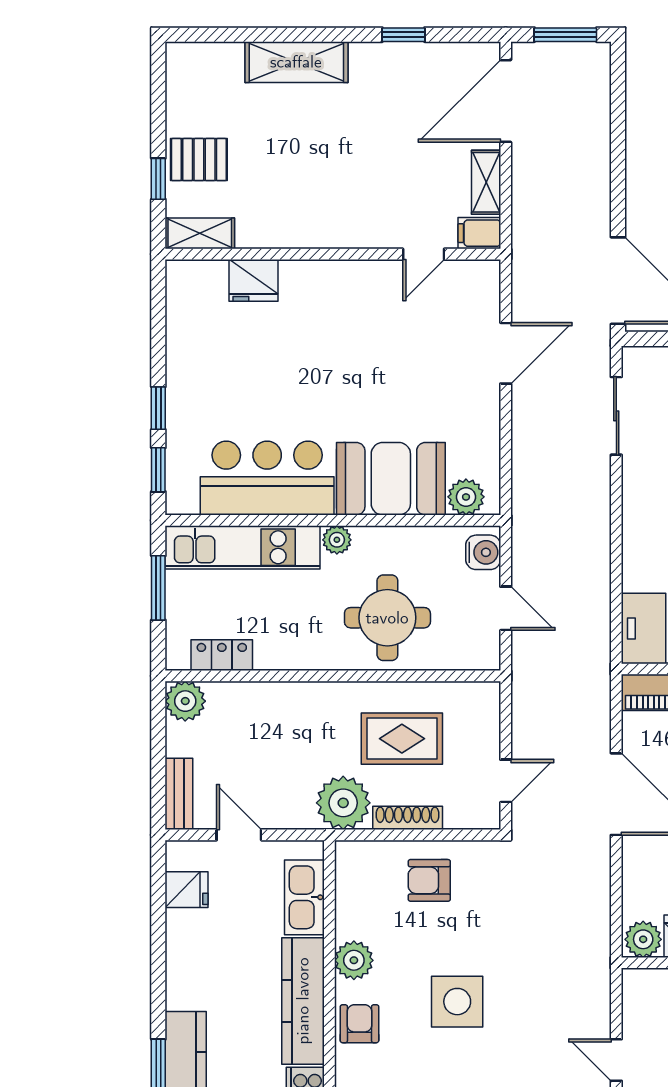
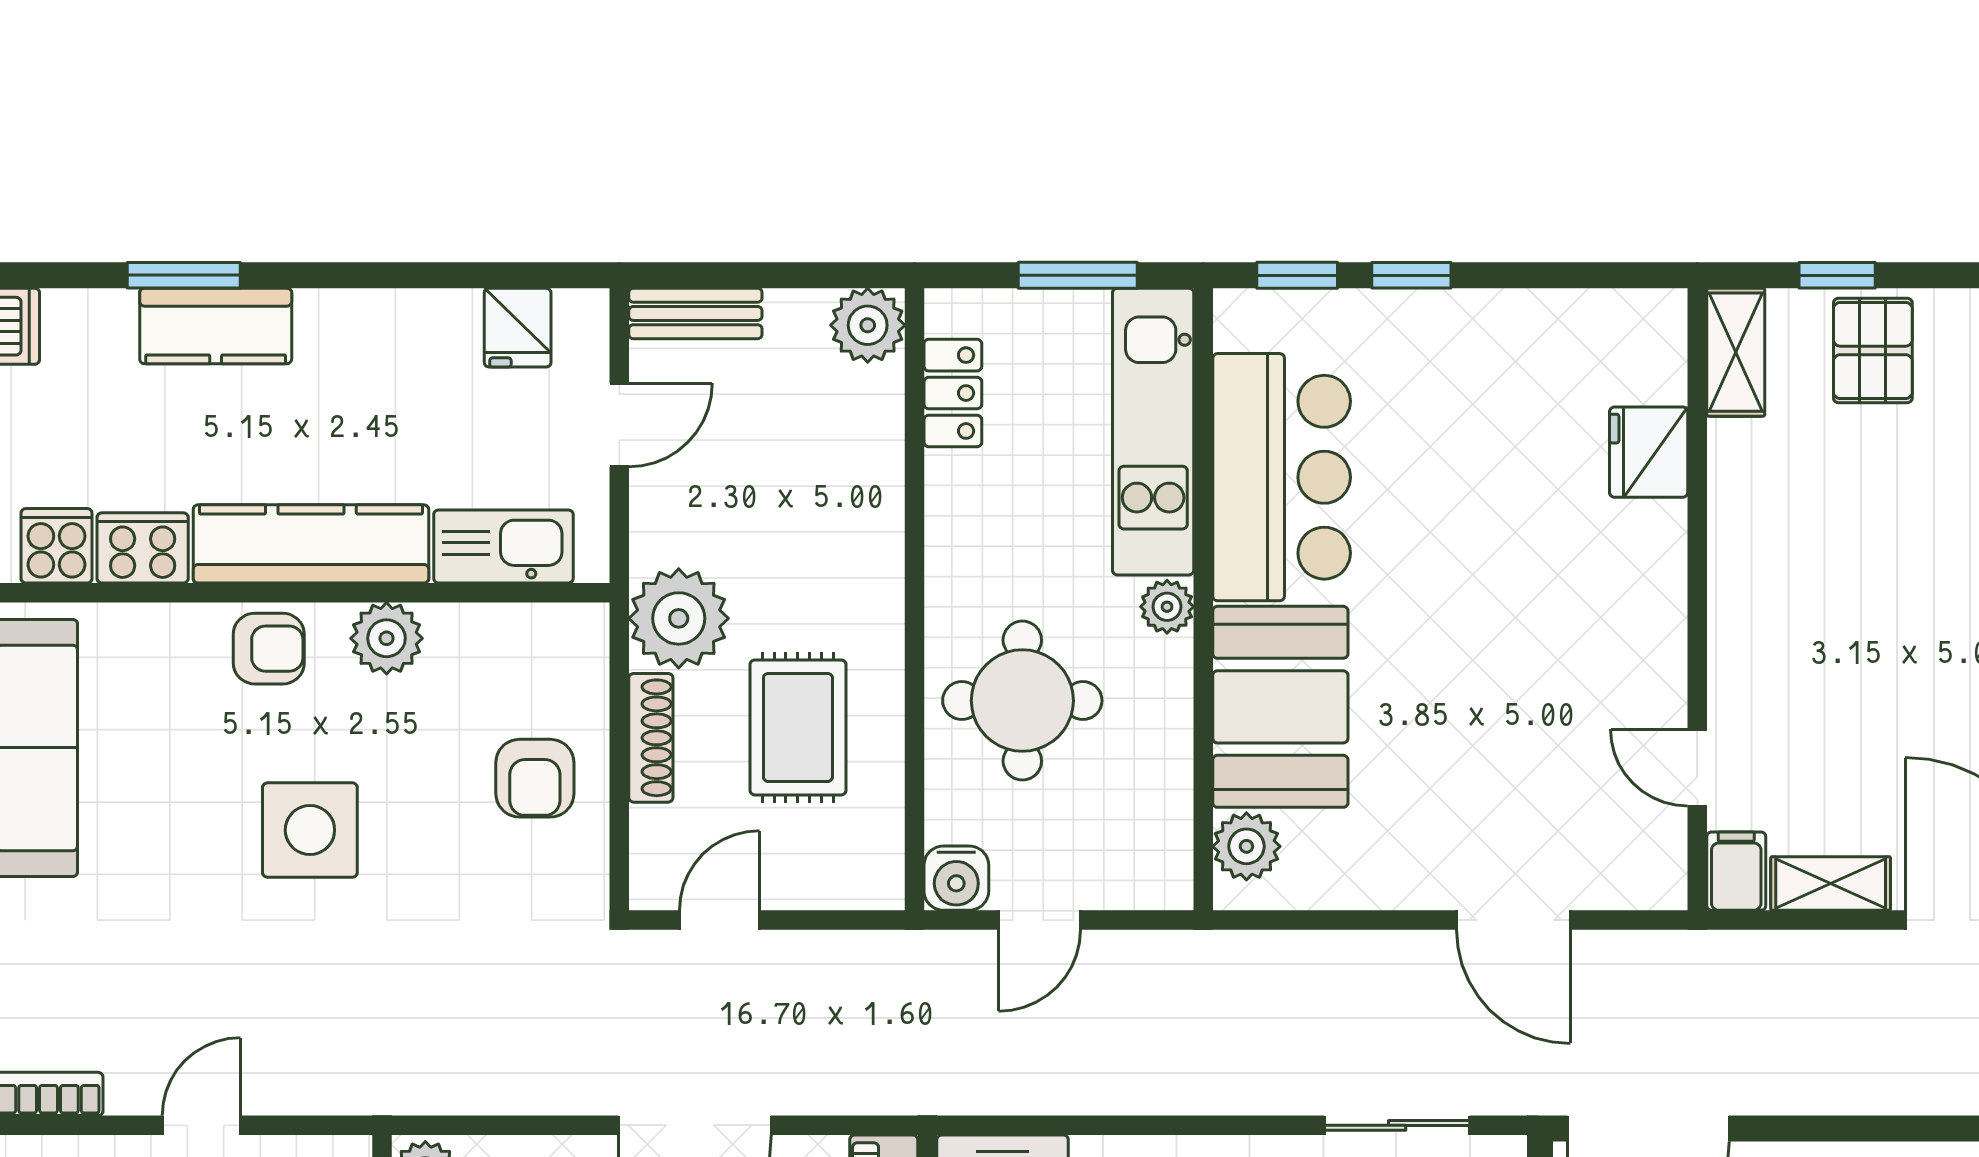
water cooler: (483, 552) -> (956, 878), moved
door: (506, 781) -> (719, 920), swing flipped
armchair: (429, 880) -> (535, 778), turned 180

